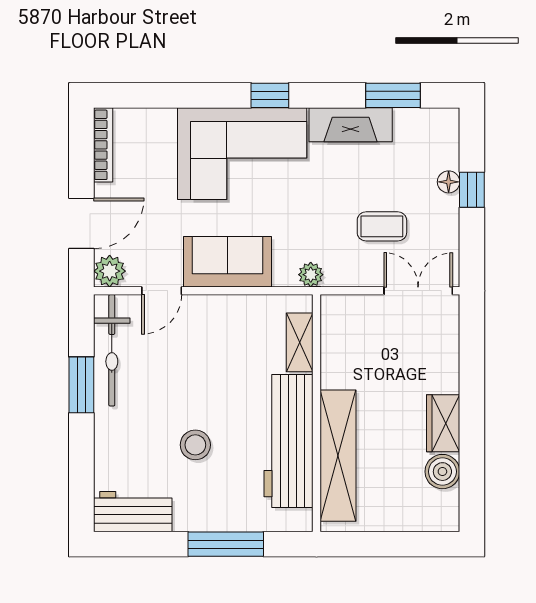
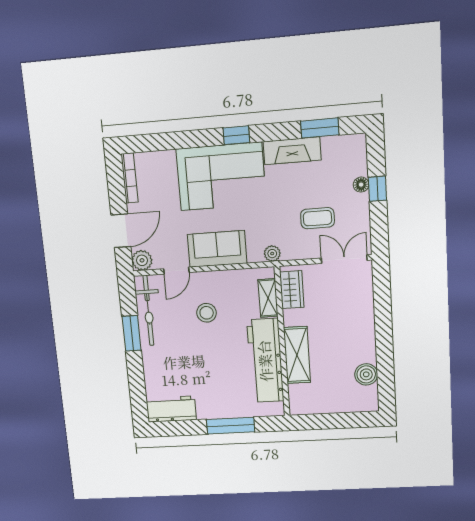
wardrobe: (443, 423) -> (292, 290), moved, turned 180
stool: (195, 445) -> (207, 313), moved
shelving: (338, 456) -> (297, 355), width x0.68

